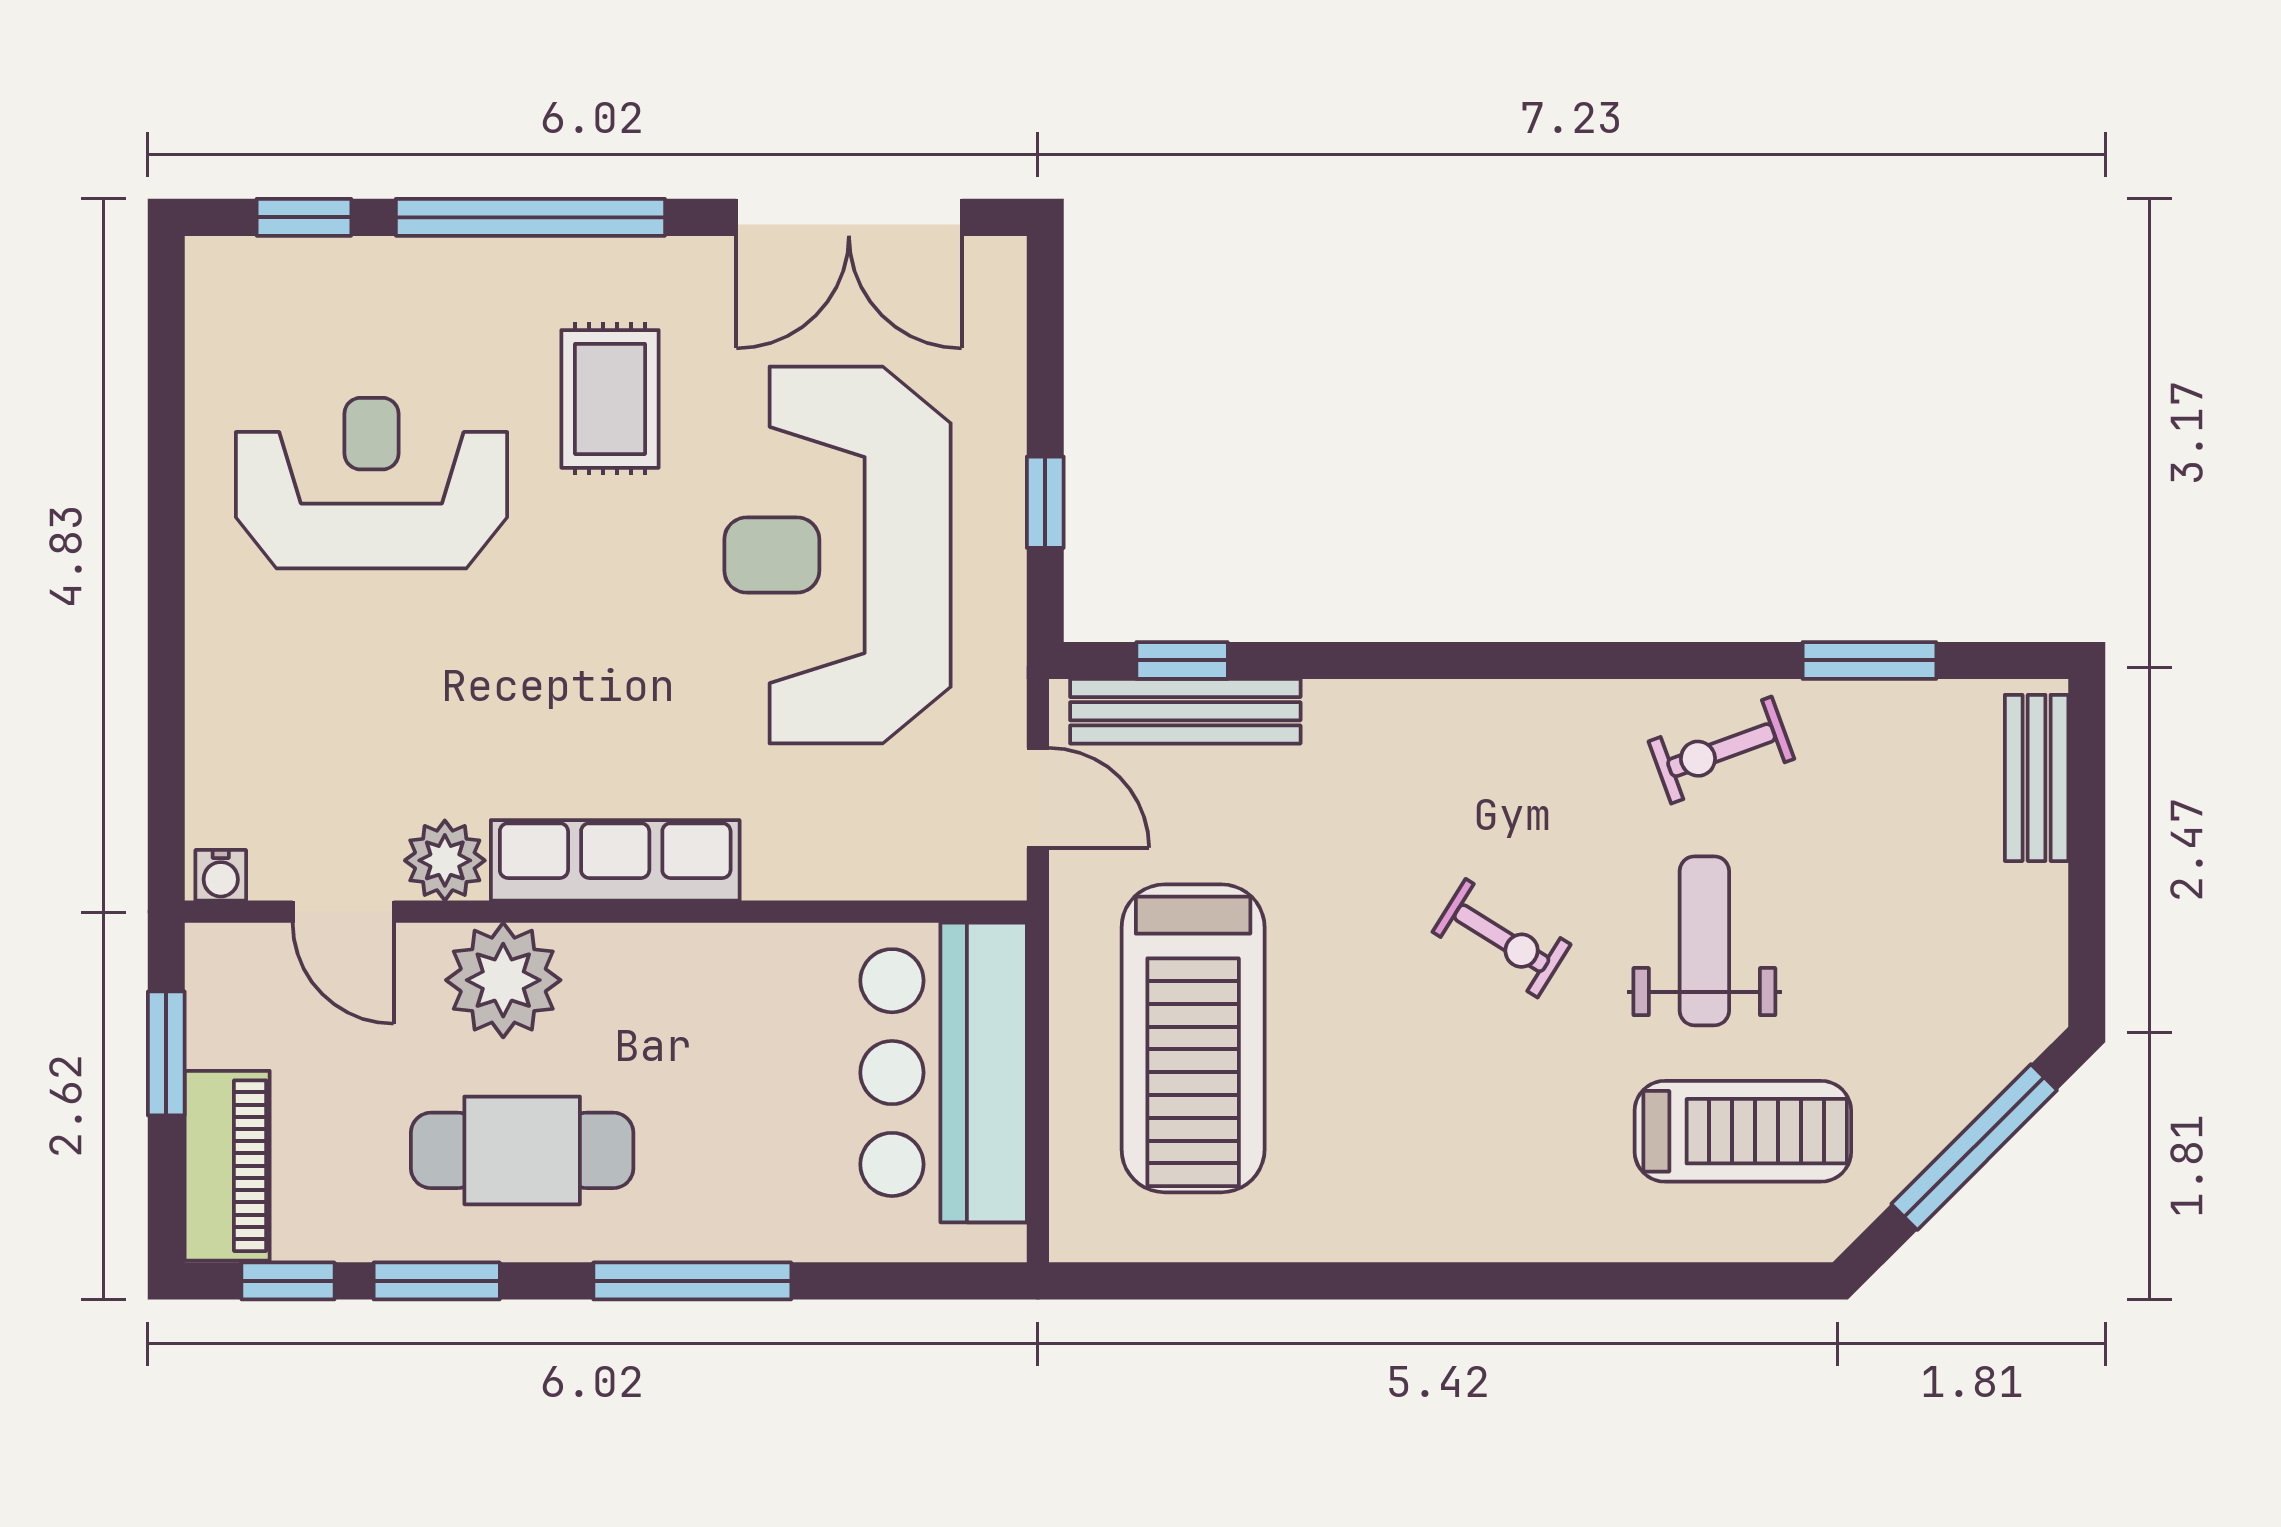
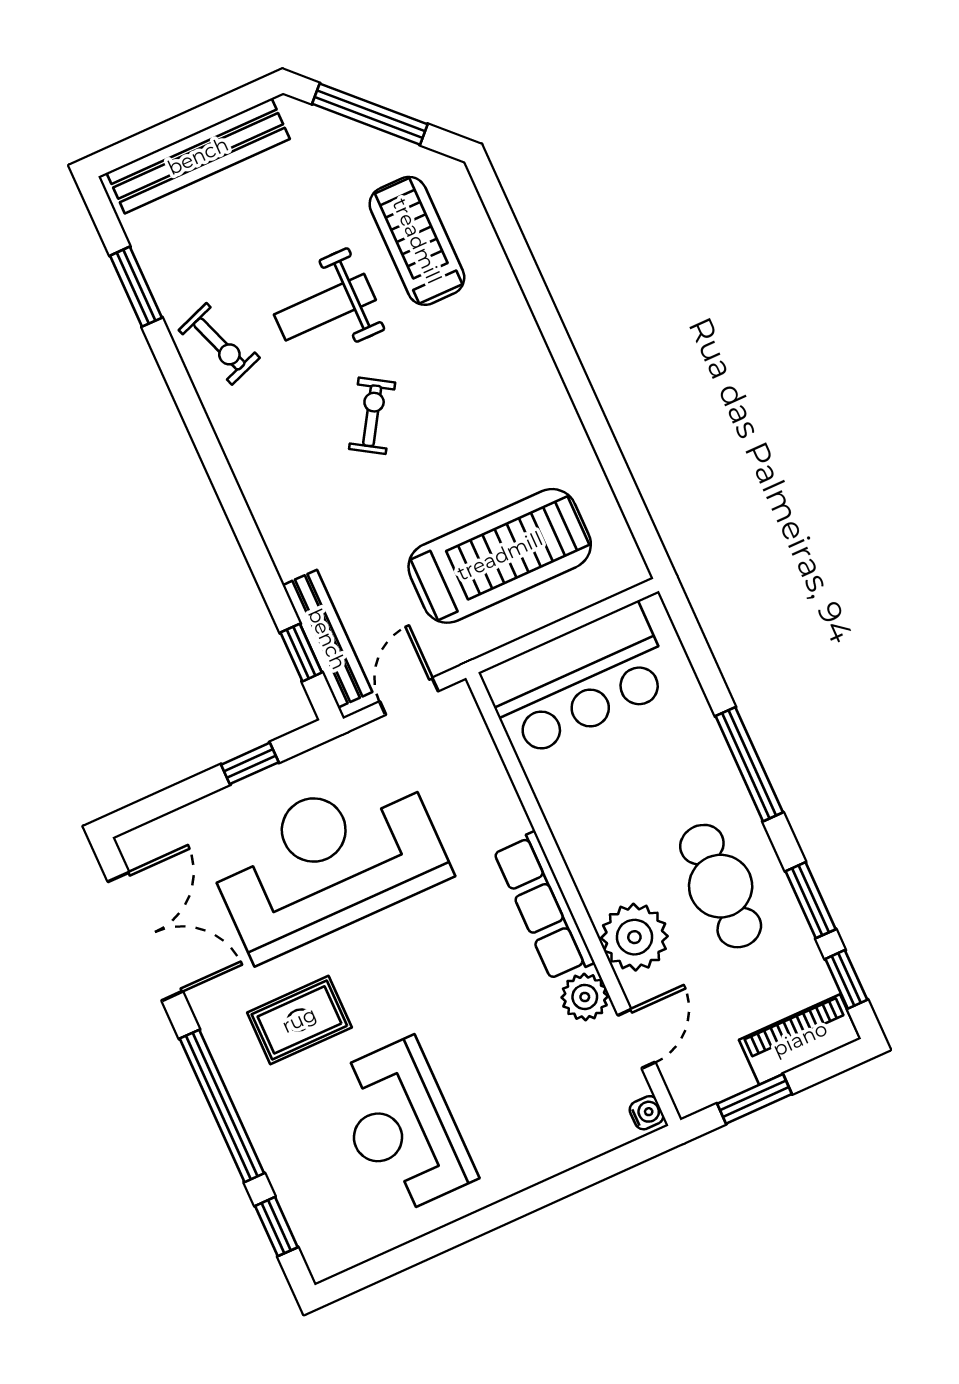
reception desk: (837, 555) -> (328, 861), turned 180
bench: (2037, 778) -> (198, 156), width x1.86, depth x1.21

